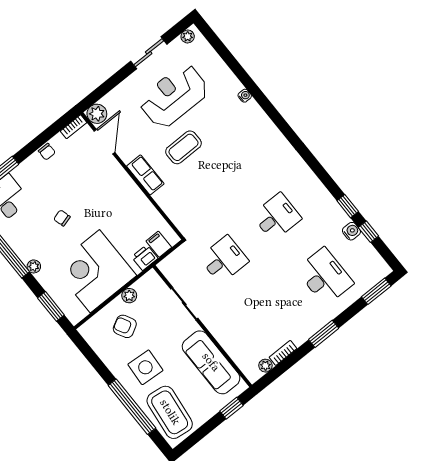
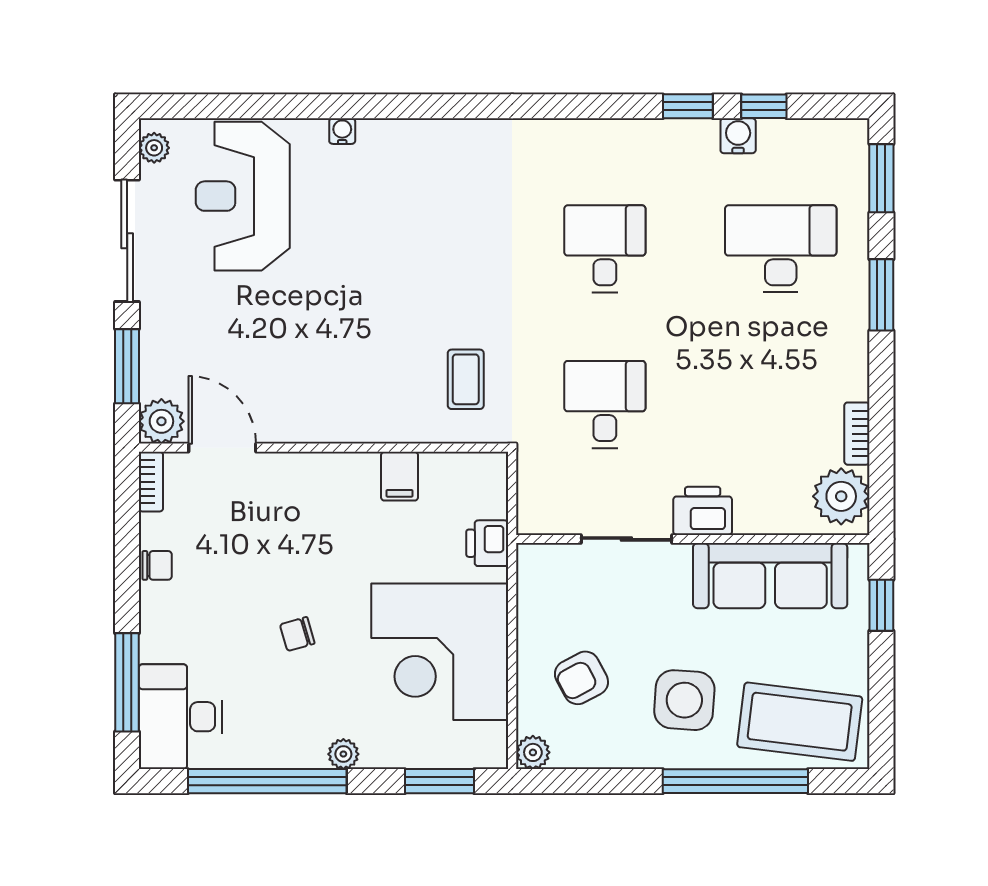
sliding door: (149, 53) -> (127, 241), width x1.37
window: (106, 87) -> (127, 366), added
reception desk: (174, 96) -> (243, 196), moved
coffee table: (183, 147) -> (466, 379), moved, width x0.73, depth x0.77
row of seats: (145, 175) -> (341, 423), removed
filing cabinet: (159, 244) -> (400, 476), moved, turned -90
plant: (129, 296) -> (533, 752), moved
printer: (215, 322) -> (703, 511), added
window: (324, 334) -> (881, 295), moved
plant: (265, 366) -> (841, 496), width x1.88, depth x1.88

